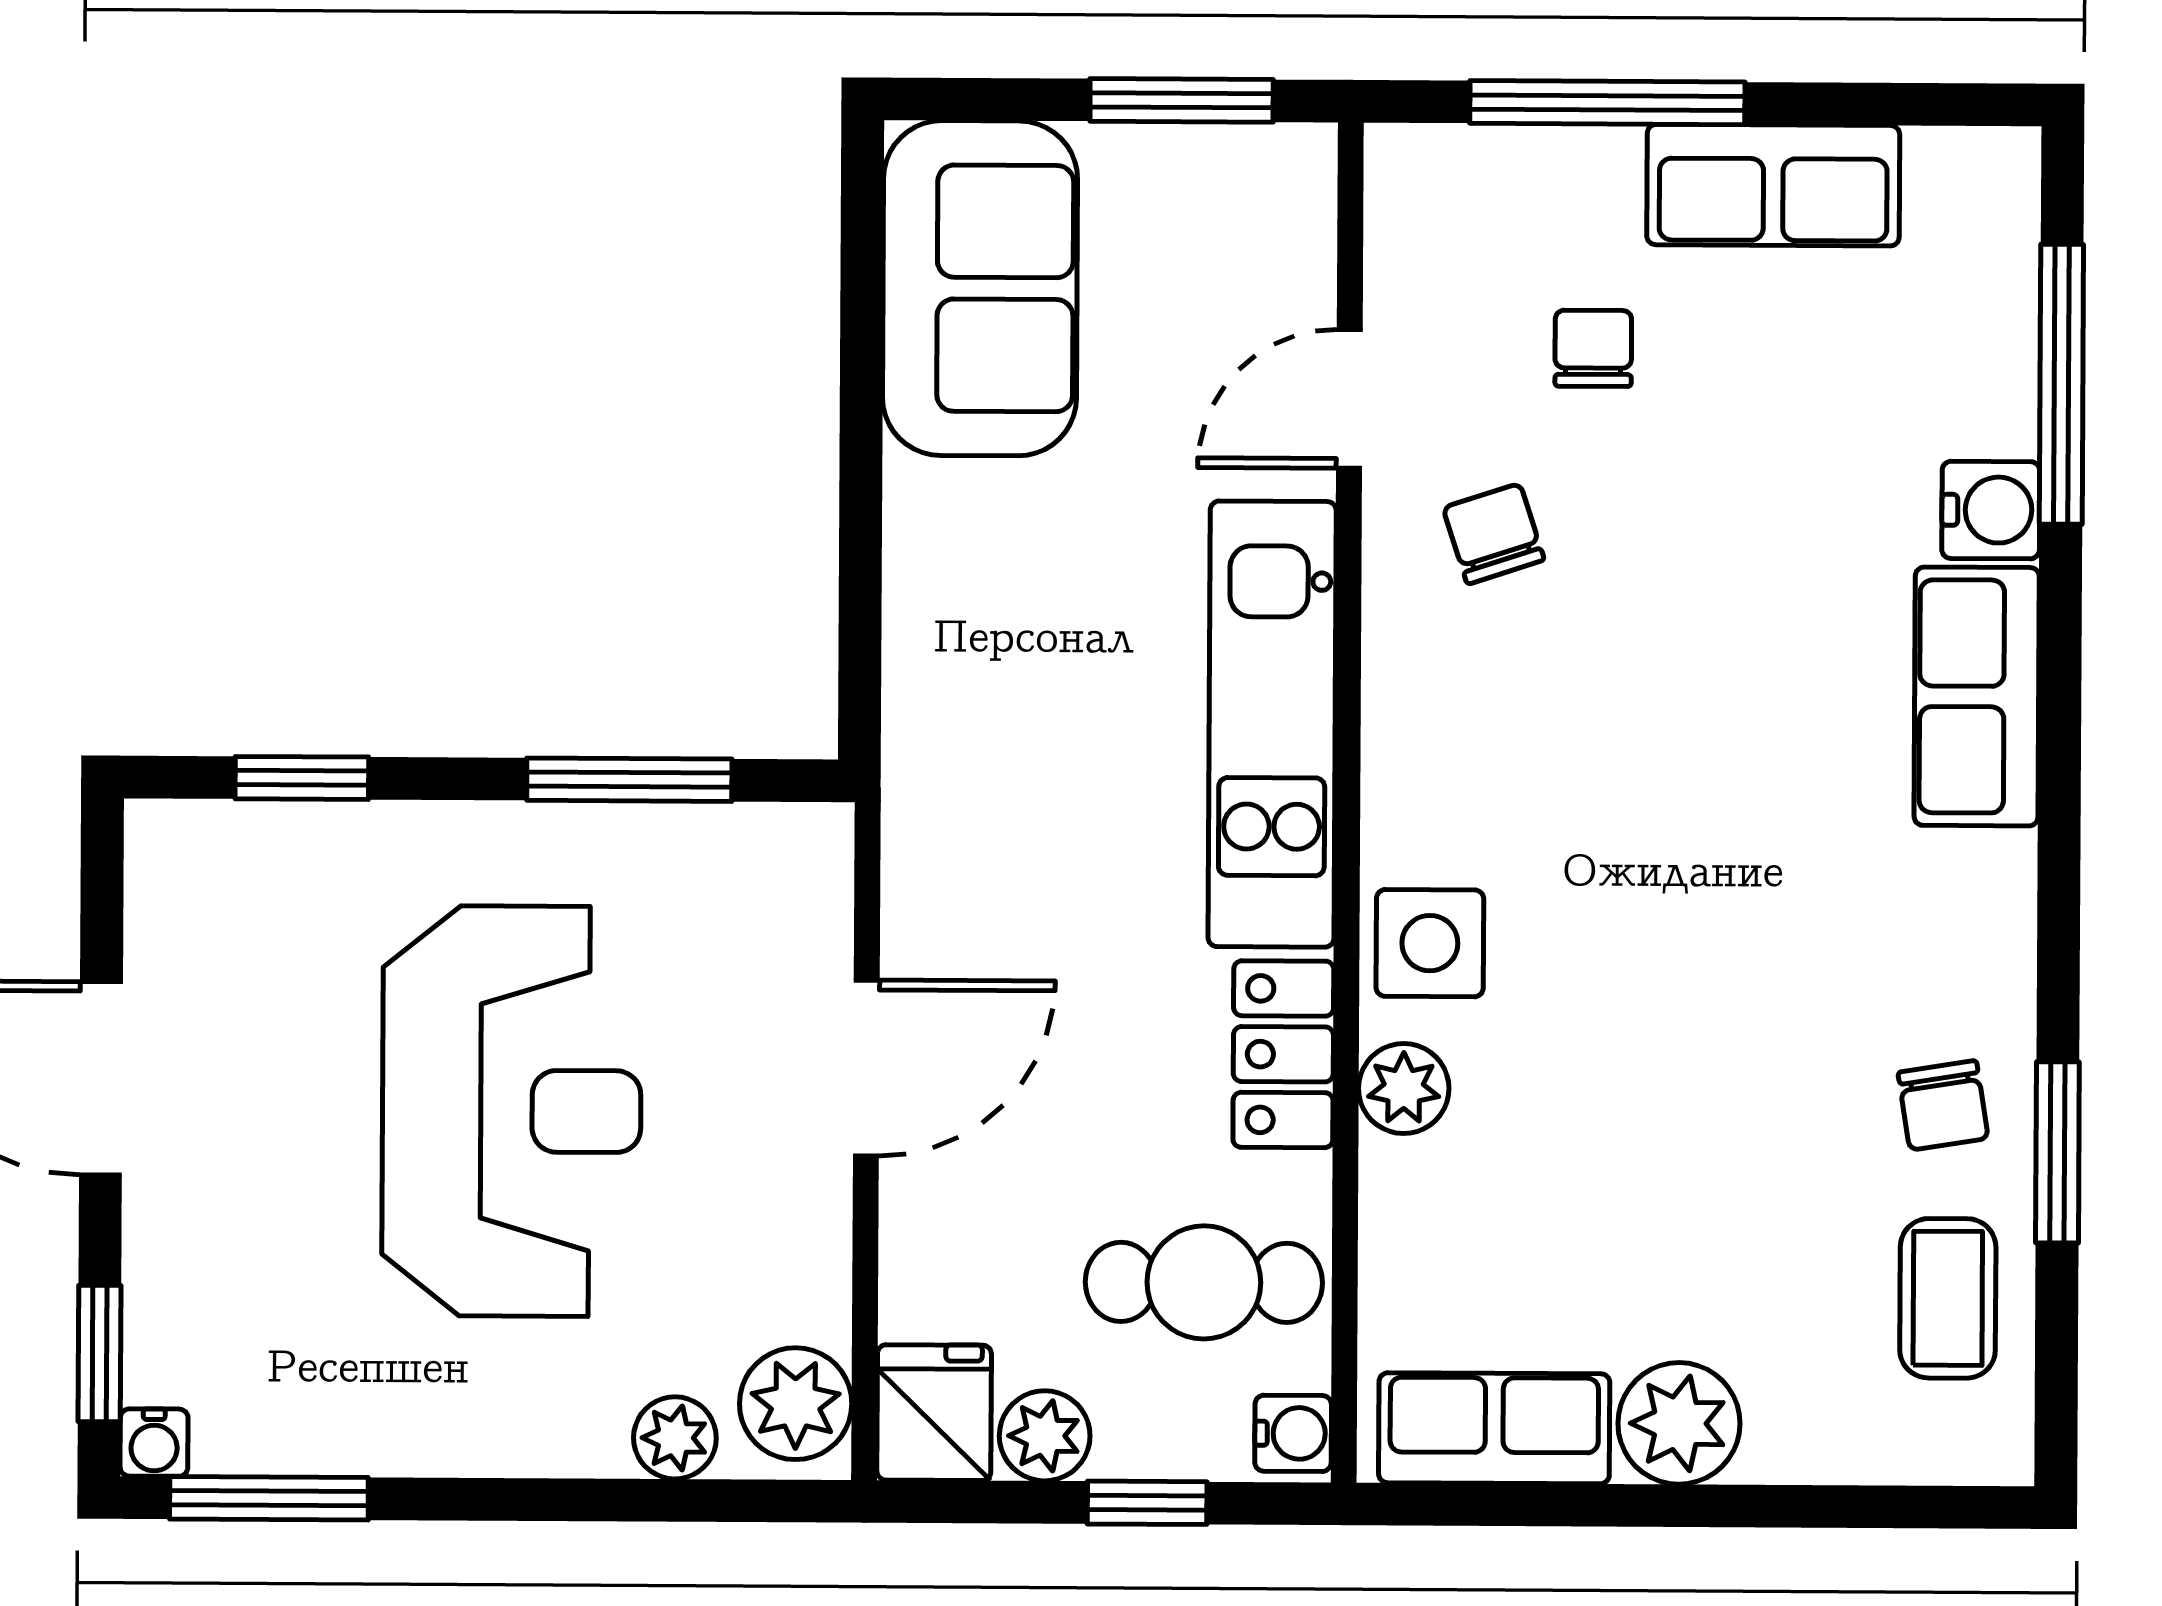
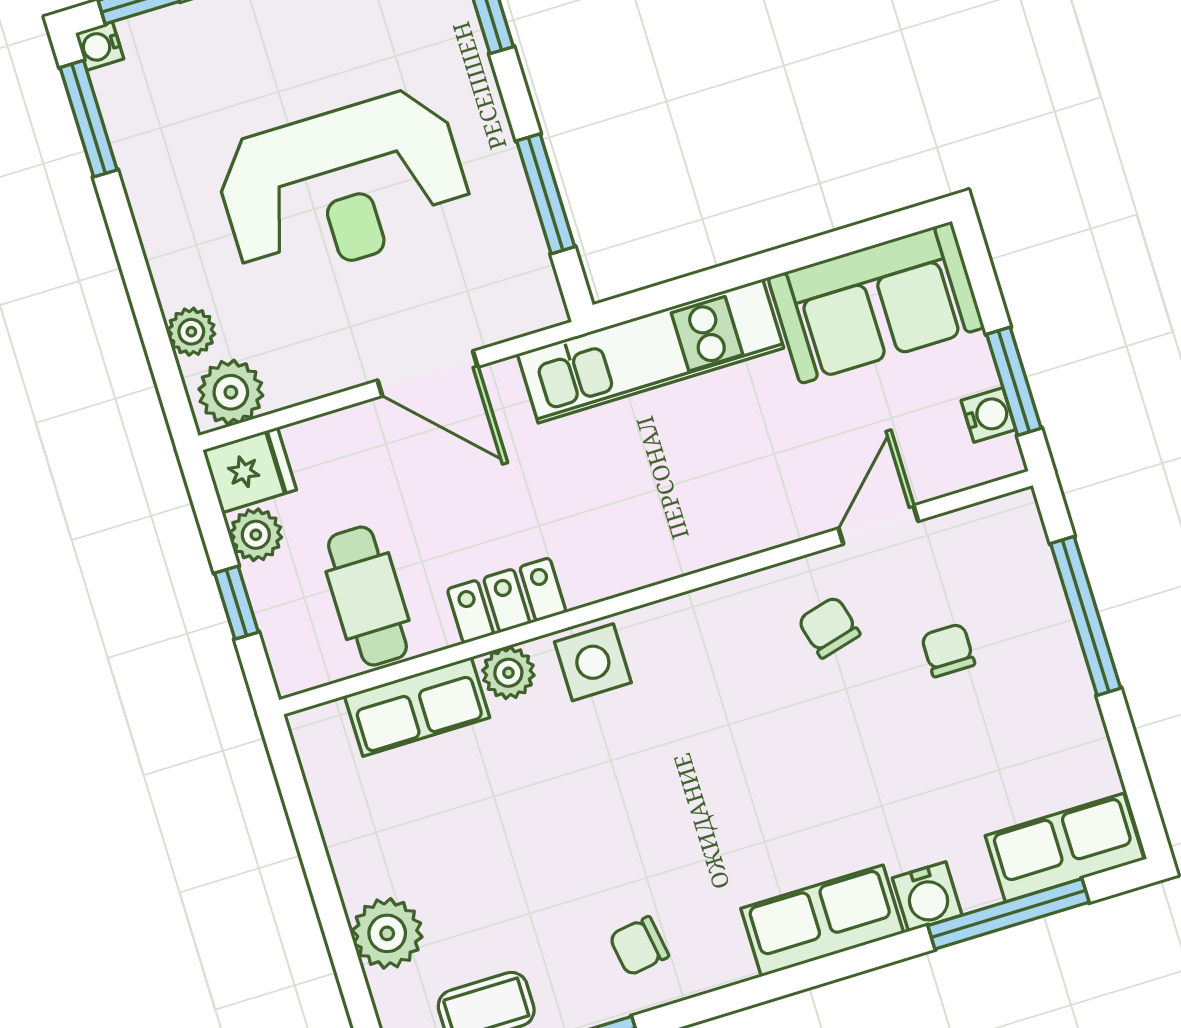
row of seats: (1773, 185) -> (1065, 848), moved, turned 90
chair: (1593, 348) -> (948, 650), turned -90
door: (1349, 399) -> (878, 525), hinge flipped
chair: (1494, 534) -> (829, 627), turned -87
kitchen unit: (1272, 724) -> (650, 351), moved, turned 180
chair: (1943, 1105) -> (639, 946), moved
plant: (1679, 1423) -> (387, 933), moved
row of seats: (1494, 1428) -> (417, 707), moved, turned 90
water cooler: (1293, 1433) -> (988, 415), moved, turned -90

